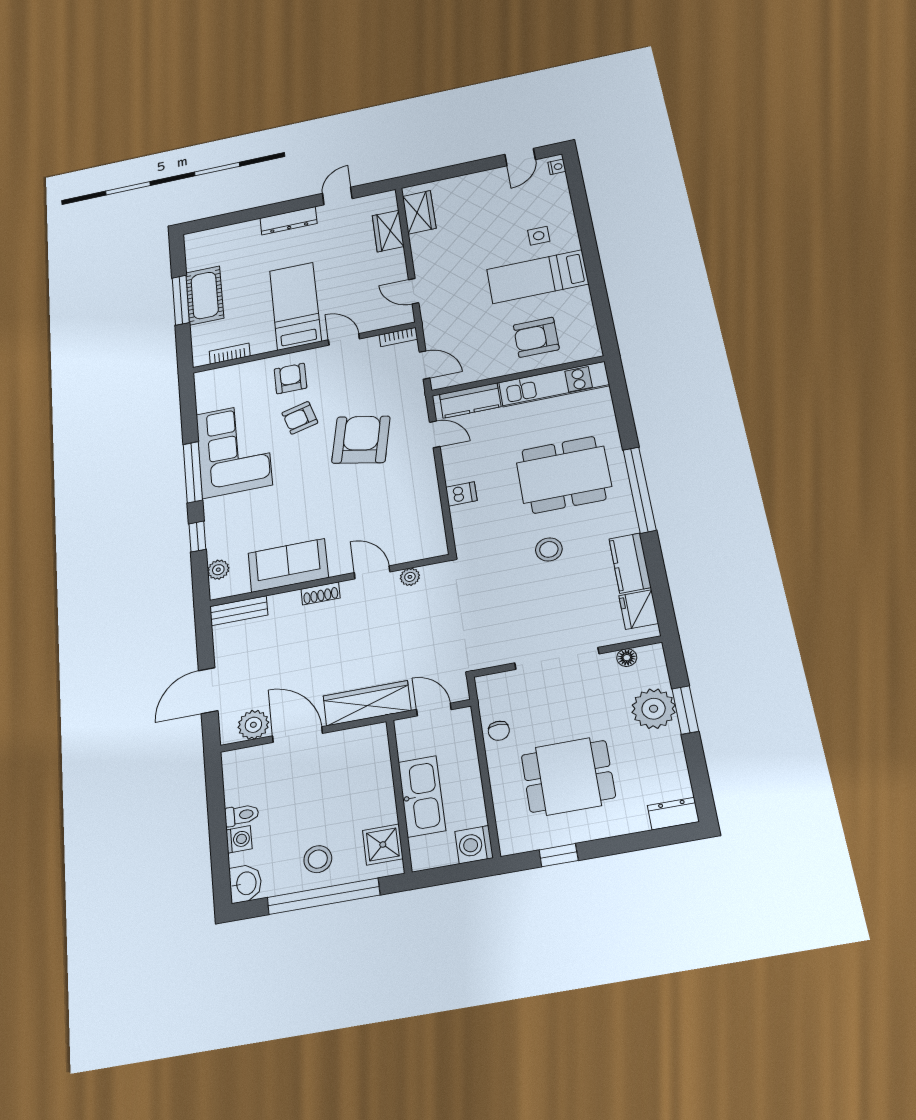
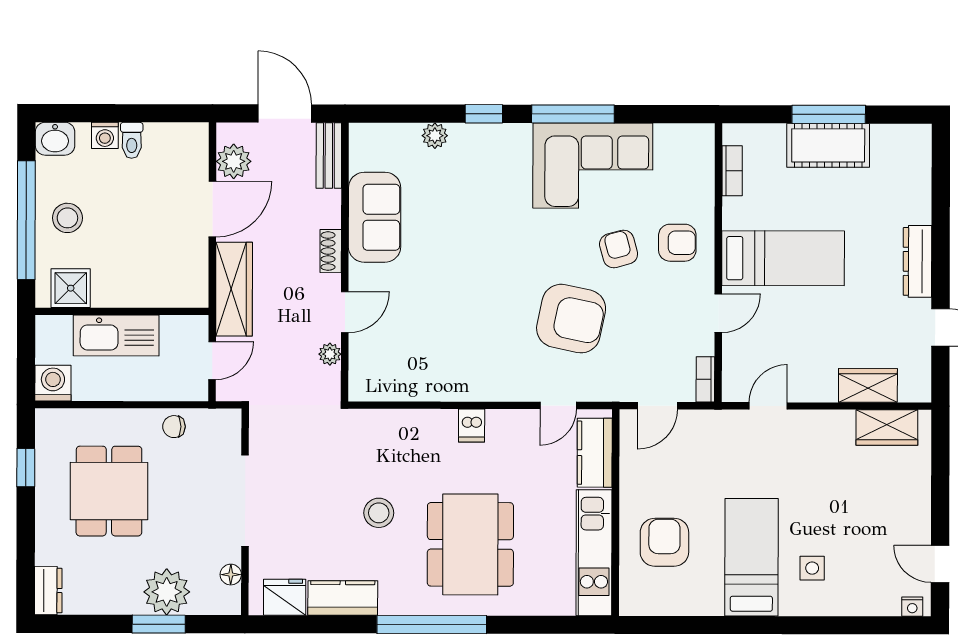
sofa: (288, 565) -> (375, 217), moved
door: (372, 572) -> (345, 312), moved
plant: (410, 577) -> (330, 354), moved
wall: (329, 581) -> (345, 262), moved
shoe rack: (321, 593) -> (331, 251), moved
bench: (239, 611) -> (329, 155), moved

